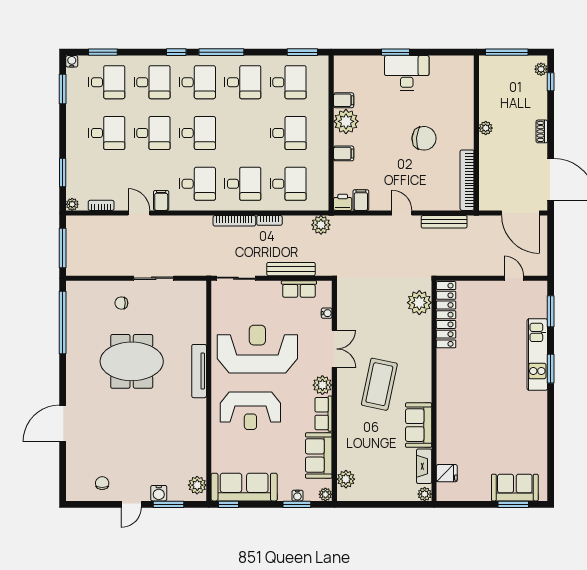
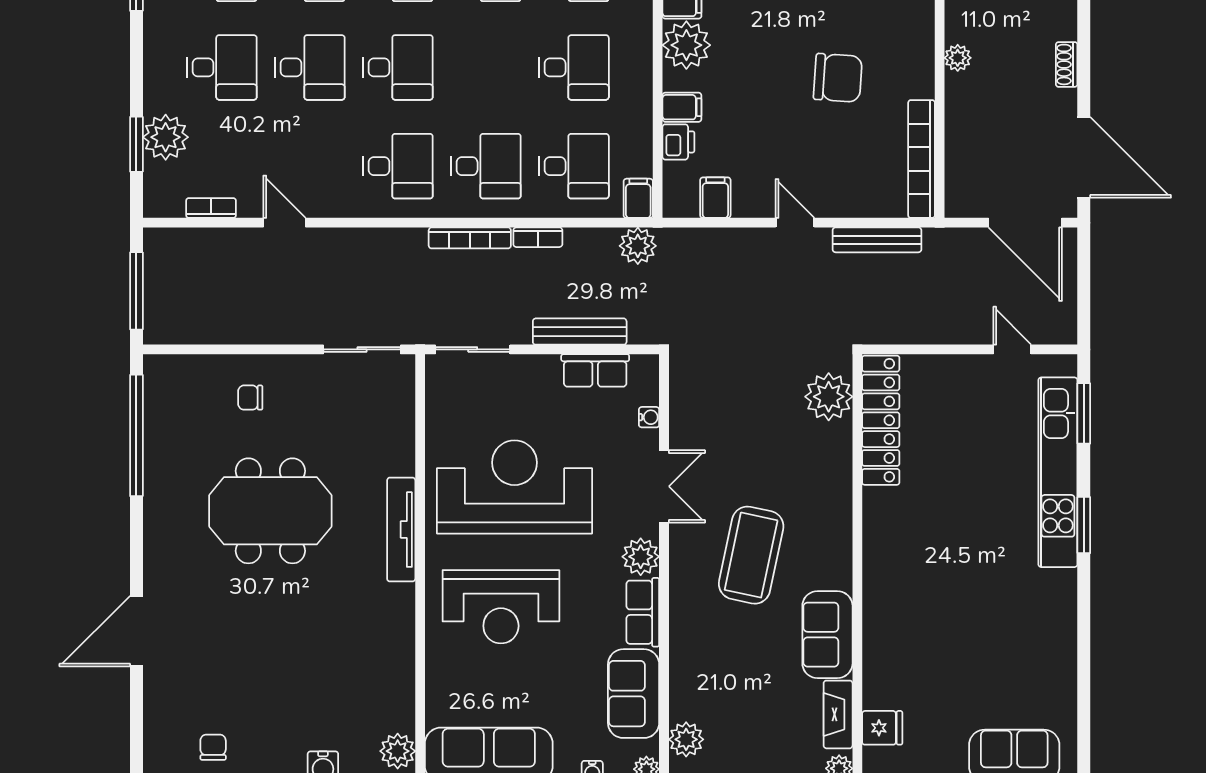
filing cabinet: (161, 200) -> (638, 198), moved
printer: (343, 202) -> (678, 142), moved, turned 90
plant: (72, 204) -> (166, 137), moved, width x1.88, depth x1.88
sliding door: (154, 278) -> (362, 349), moved
kitchen unit: (537, 355) -> (1058, 472), width x1.36

